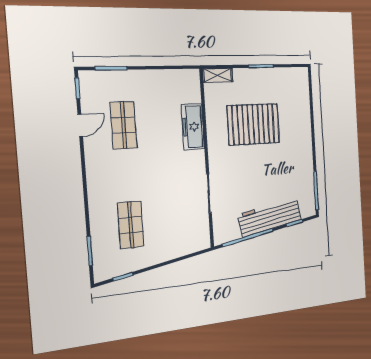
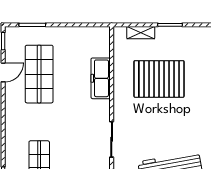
shelving: (218, 75) -> (141, 33), moved
shop shelf: (124, 125) -> (39, 74), width x1.43, depth x1.36

